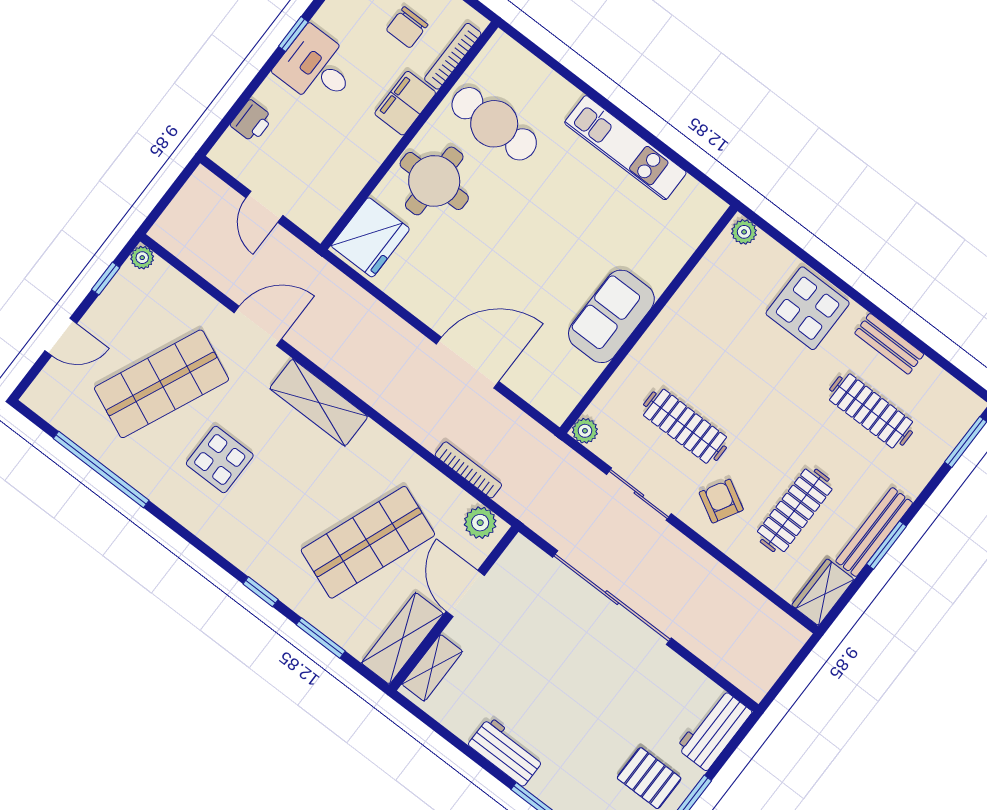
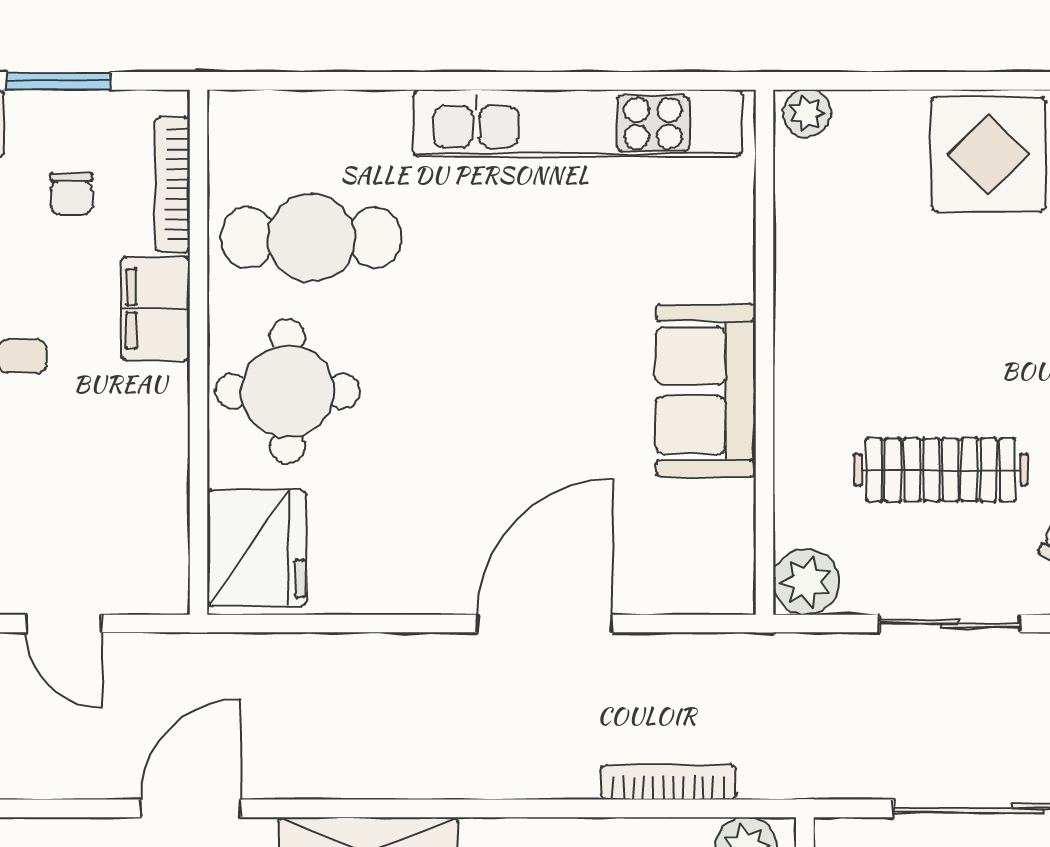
chair: (407, 27) -> (72, 194), width x0.73, depth x0.73
kitchen unit: (625, 148) -> (578, 123), width x1.36
plant: (585, 431) -> (806, 582), width x1.38, depth x1.38

